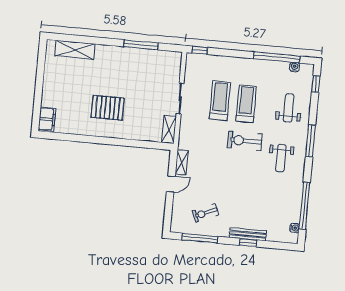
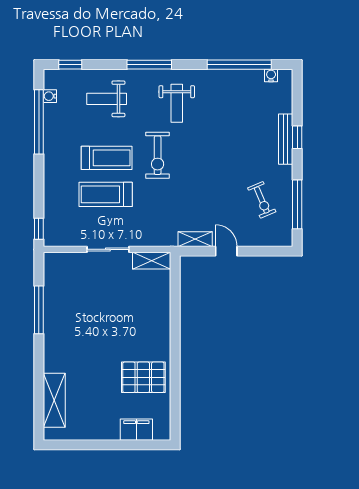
treadmill: (246, 104) -> (107, 158), turned 180
pallet: (108, 108) -> (143, 377), moved, turned 90
filing cabinet: (47, 119) -> (136, 430), moved
weight bench: (281, 158) -> (177, 103), turned 90

